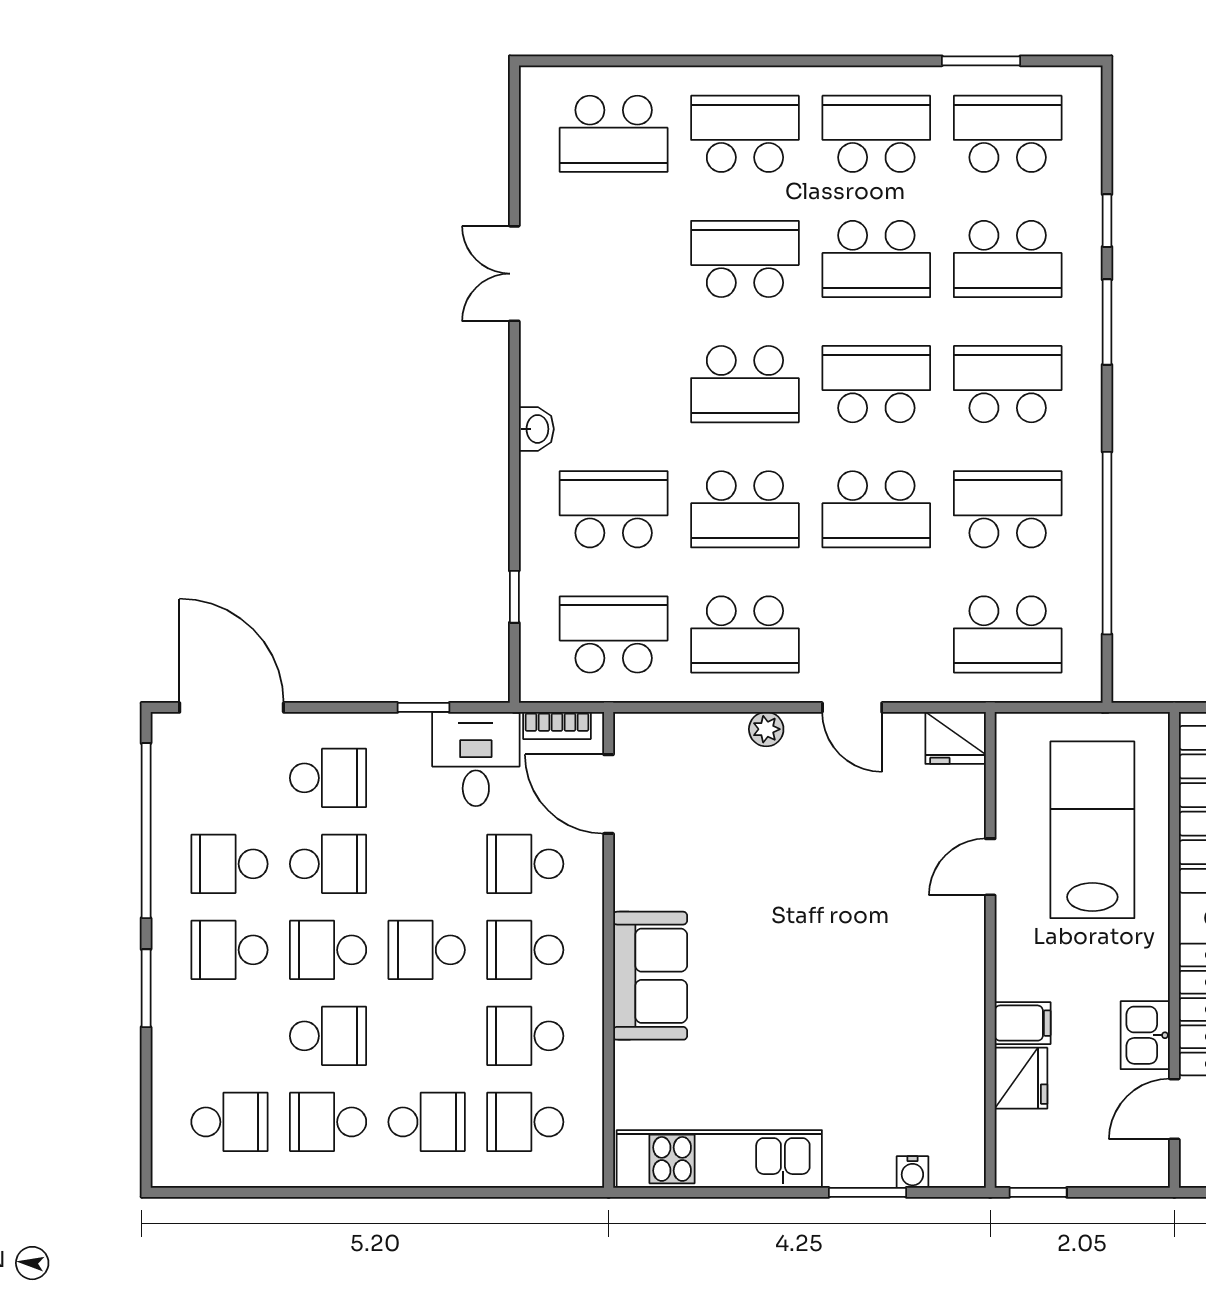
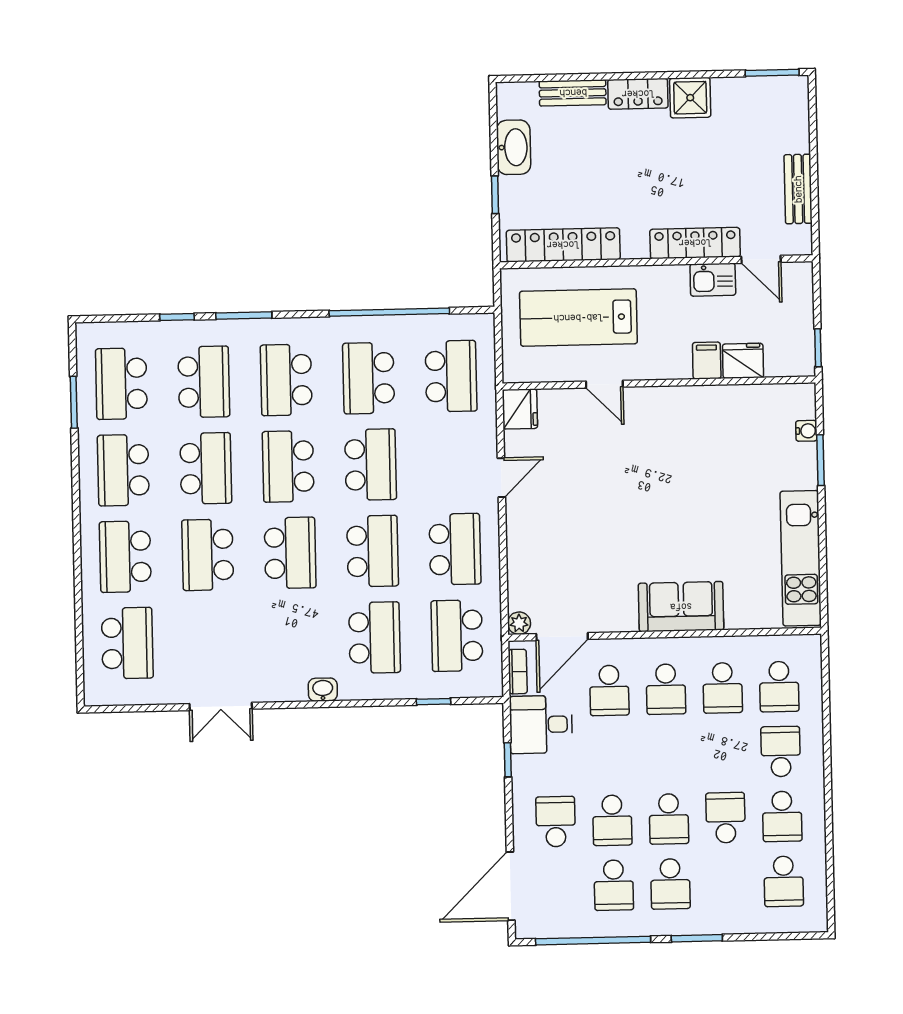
school desk: (614, 509) -> (374, 638), turned 180
plant: (766, 729) -> (519, 623), moved
school desk: (328, 864) -> (612, 820), turned 180
school desk: (427, 950) -> (667, 754), removed
school desk: (229, 1122) -> (784, 881), turned 180

